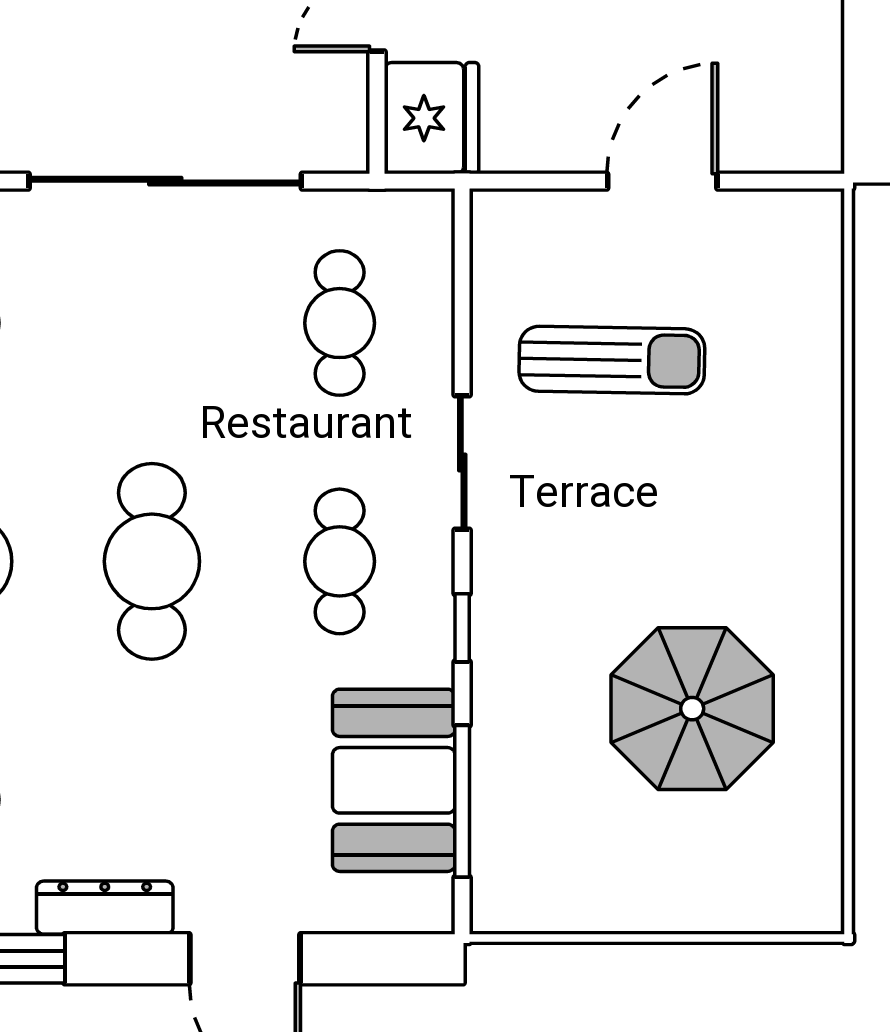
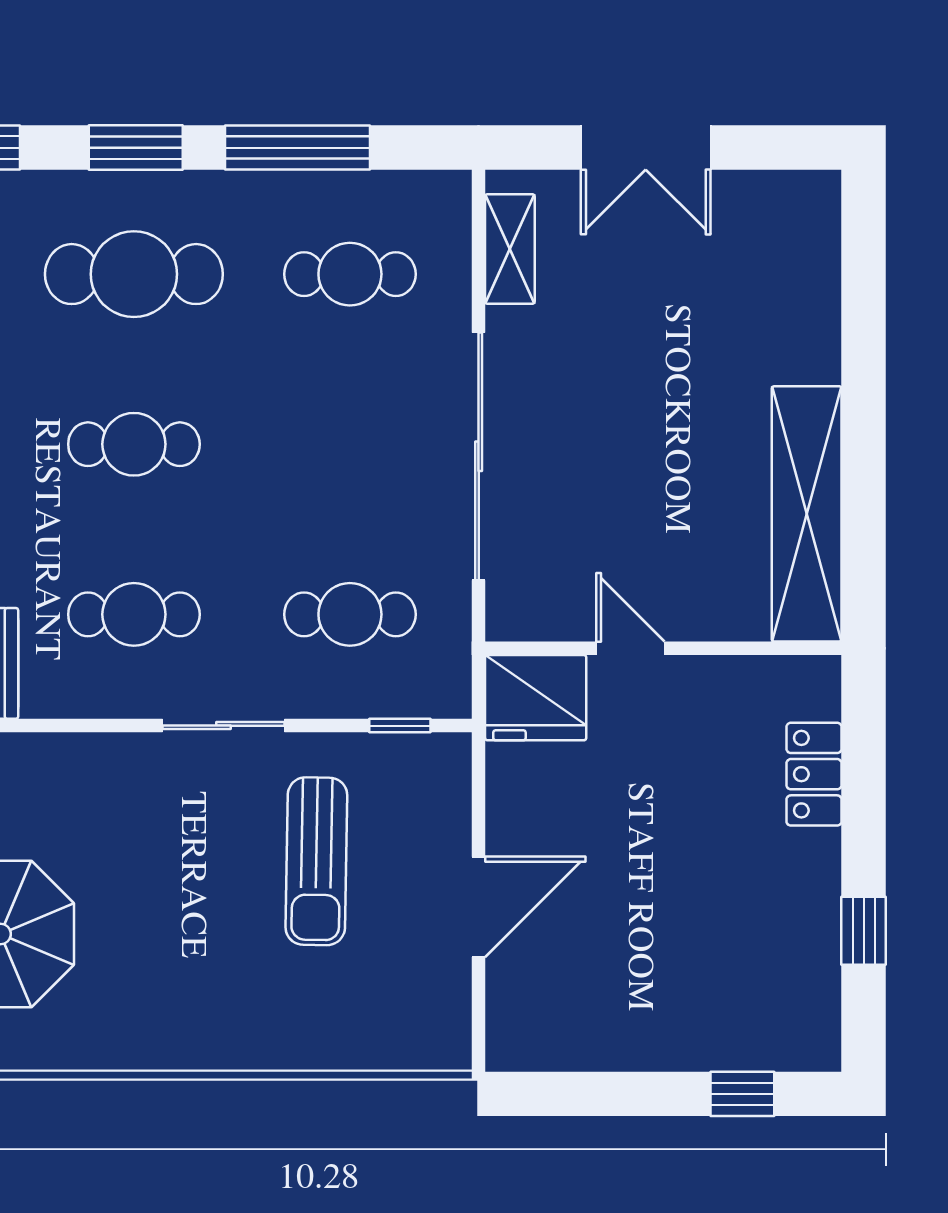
door: (662, 181) -> (479, 907), hinge flipped
cafe table: (152, 561) -> (134, 444), width x0.73, depth x0.74
window: (462, 628) -> (400, 726), moved

